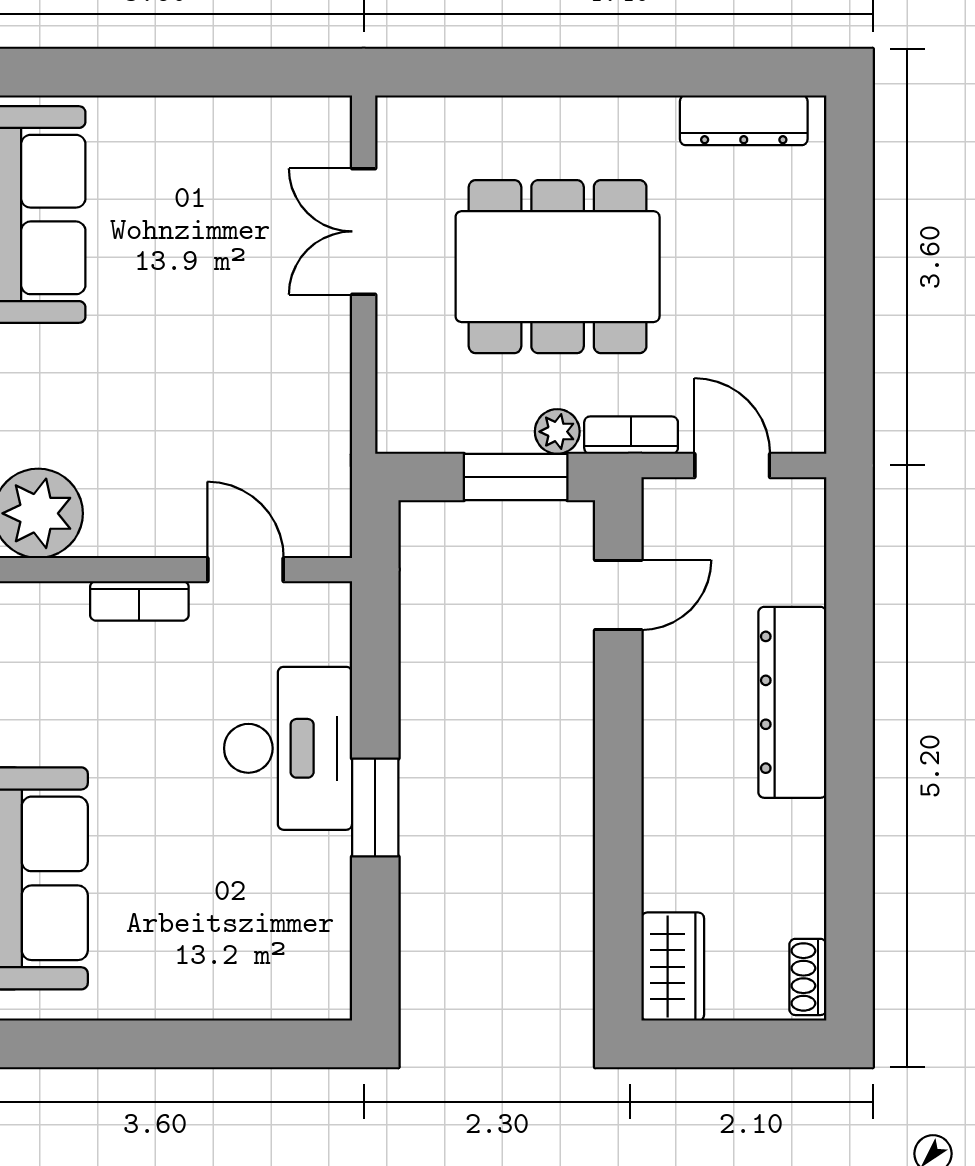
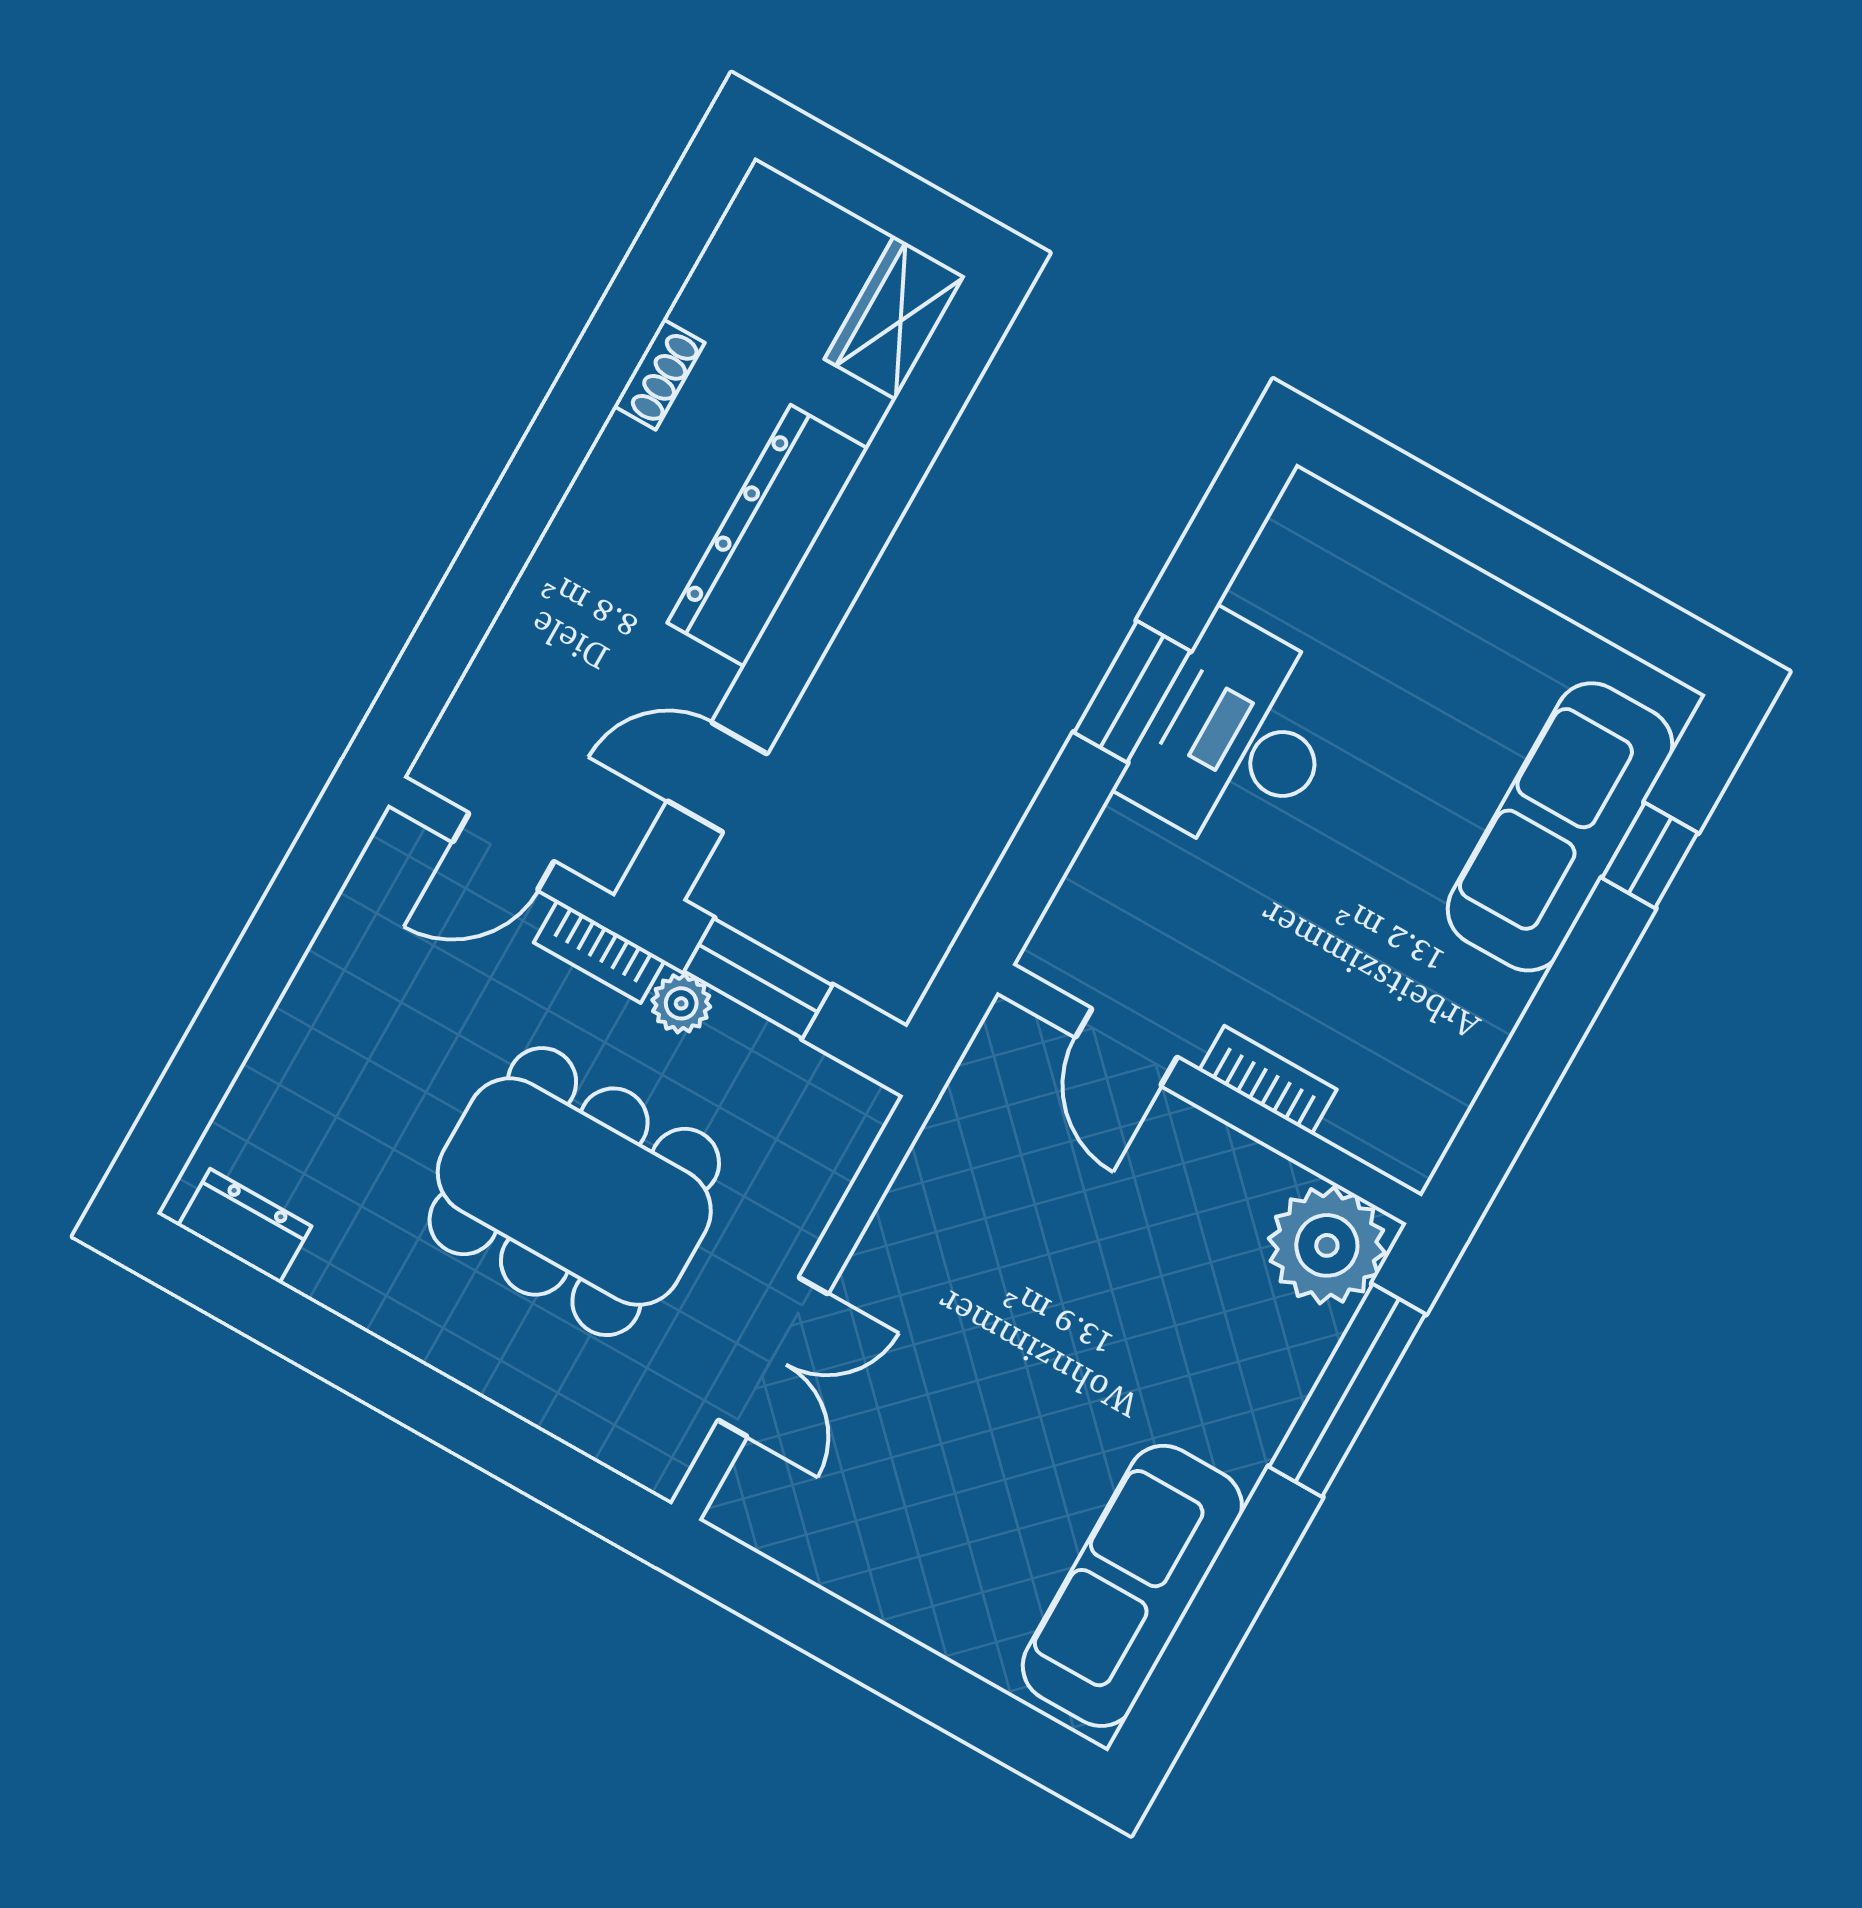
dresser: (744, 120) -> (245, 1226), width x0.70
door: (732, 465) -> (503, 852), hinge flipped
dresser: (792, 702) -> (768, 536), moved, turned 180
desk: (288, 748) -> (1237, 738), moved
shoe rack: (808, 977) -> (659, 374), moved

